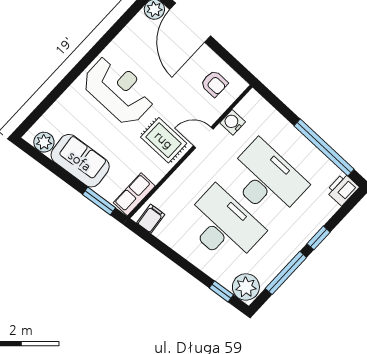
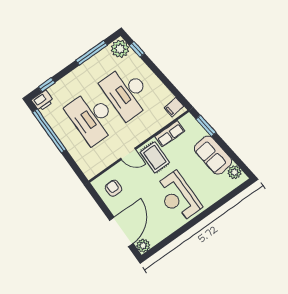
water cooler: (233, 122) -> (107, 160), removed
row of seats: (134, 194) -> (170, 134), moved
window: (319, 238) -> (47, 85), moved

